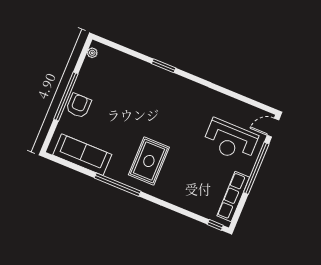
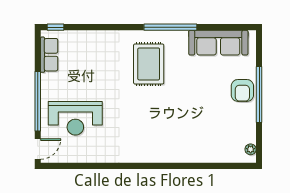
window: (164, 66) -> (173, 166), removed
reception desk: (230, 140) -> (75, 118), turned 180
row of seats: (233, 197) -> (49, 55), width x0.68

